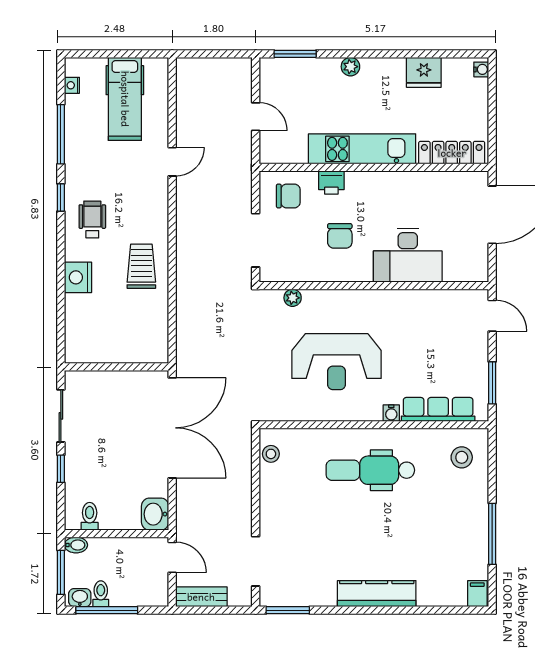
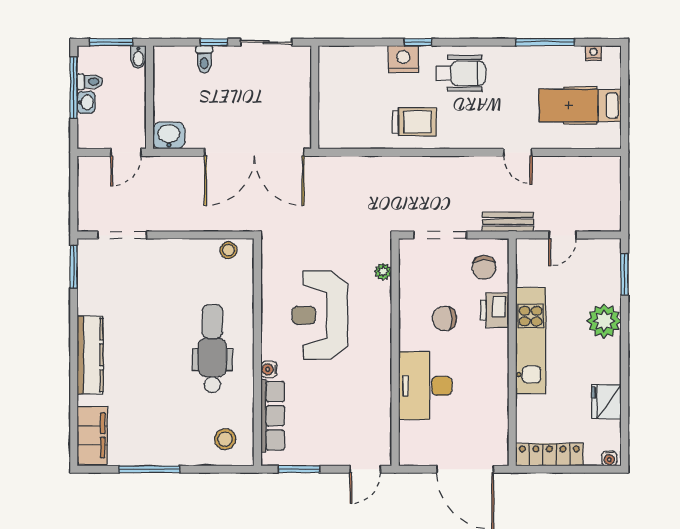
plant: (350, 67) -> (604, 321), width x1.88, depth x1.88
locker: (452, 153) -> (549, 455), moved, turned -90
printer: (331, 183) -> (494, 310), width x1.36, depth x1.24
window: (61, 198) -> (418, 42), moved
wheelchair: (92, 219) -> (461, 73), width x1.36, depth x1.37
toilet: (90, 516) -> (204, 59), moved, turned 90
filing cabinet: (477, 594) -> (92, 435), width x3.00, depth x1.17
bench: (201, 597) -> (508, 222), moved, turned 90
washbasin: (80, 598) -> (86, 102), moved

